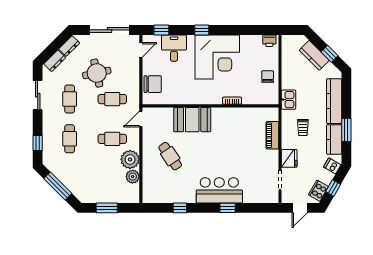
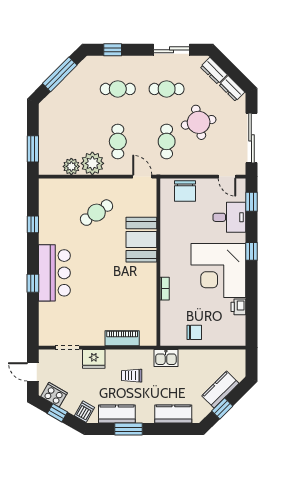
printer: (269, 41) -> (238, 307), moved
kitchen counter: (334, 101) -> (173, 414), width x0.67
window: (107, 208) -> (33, 149), moved

